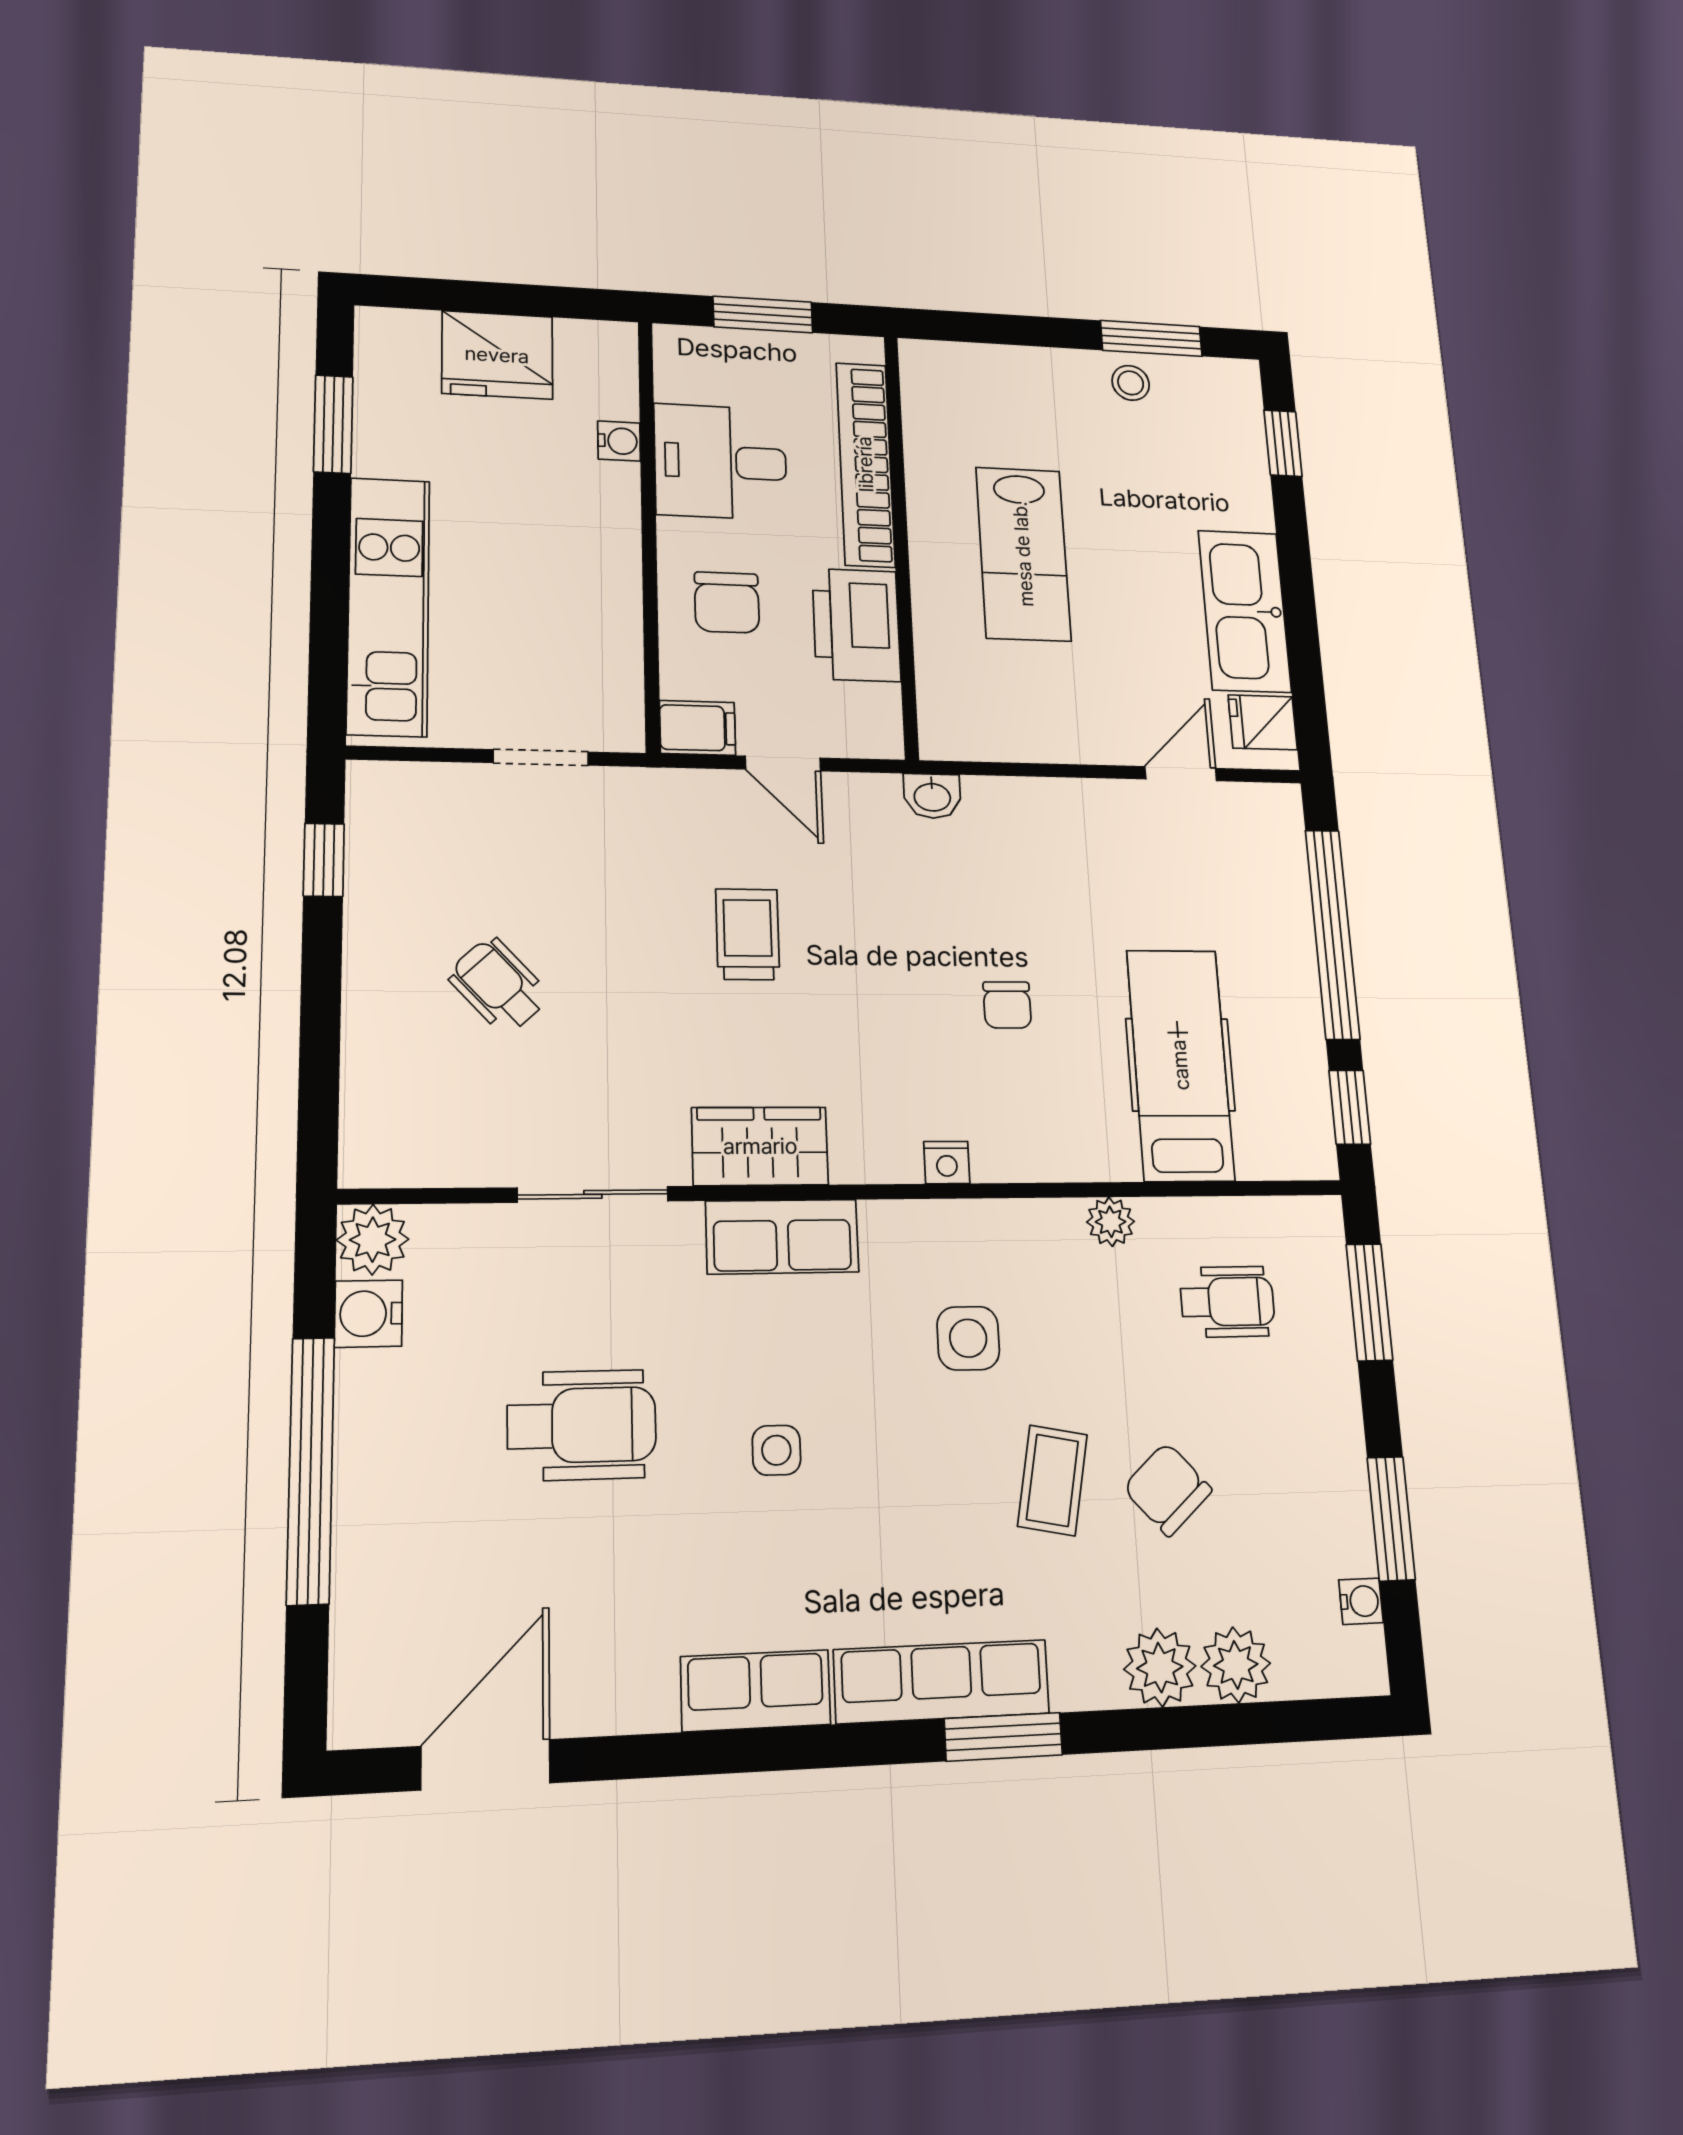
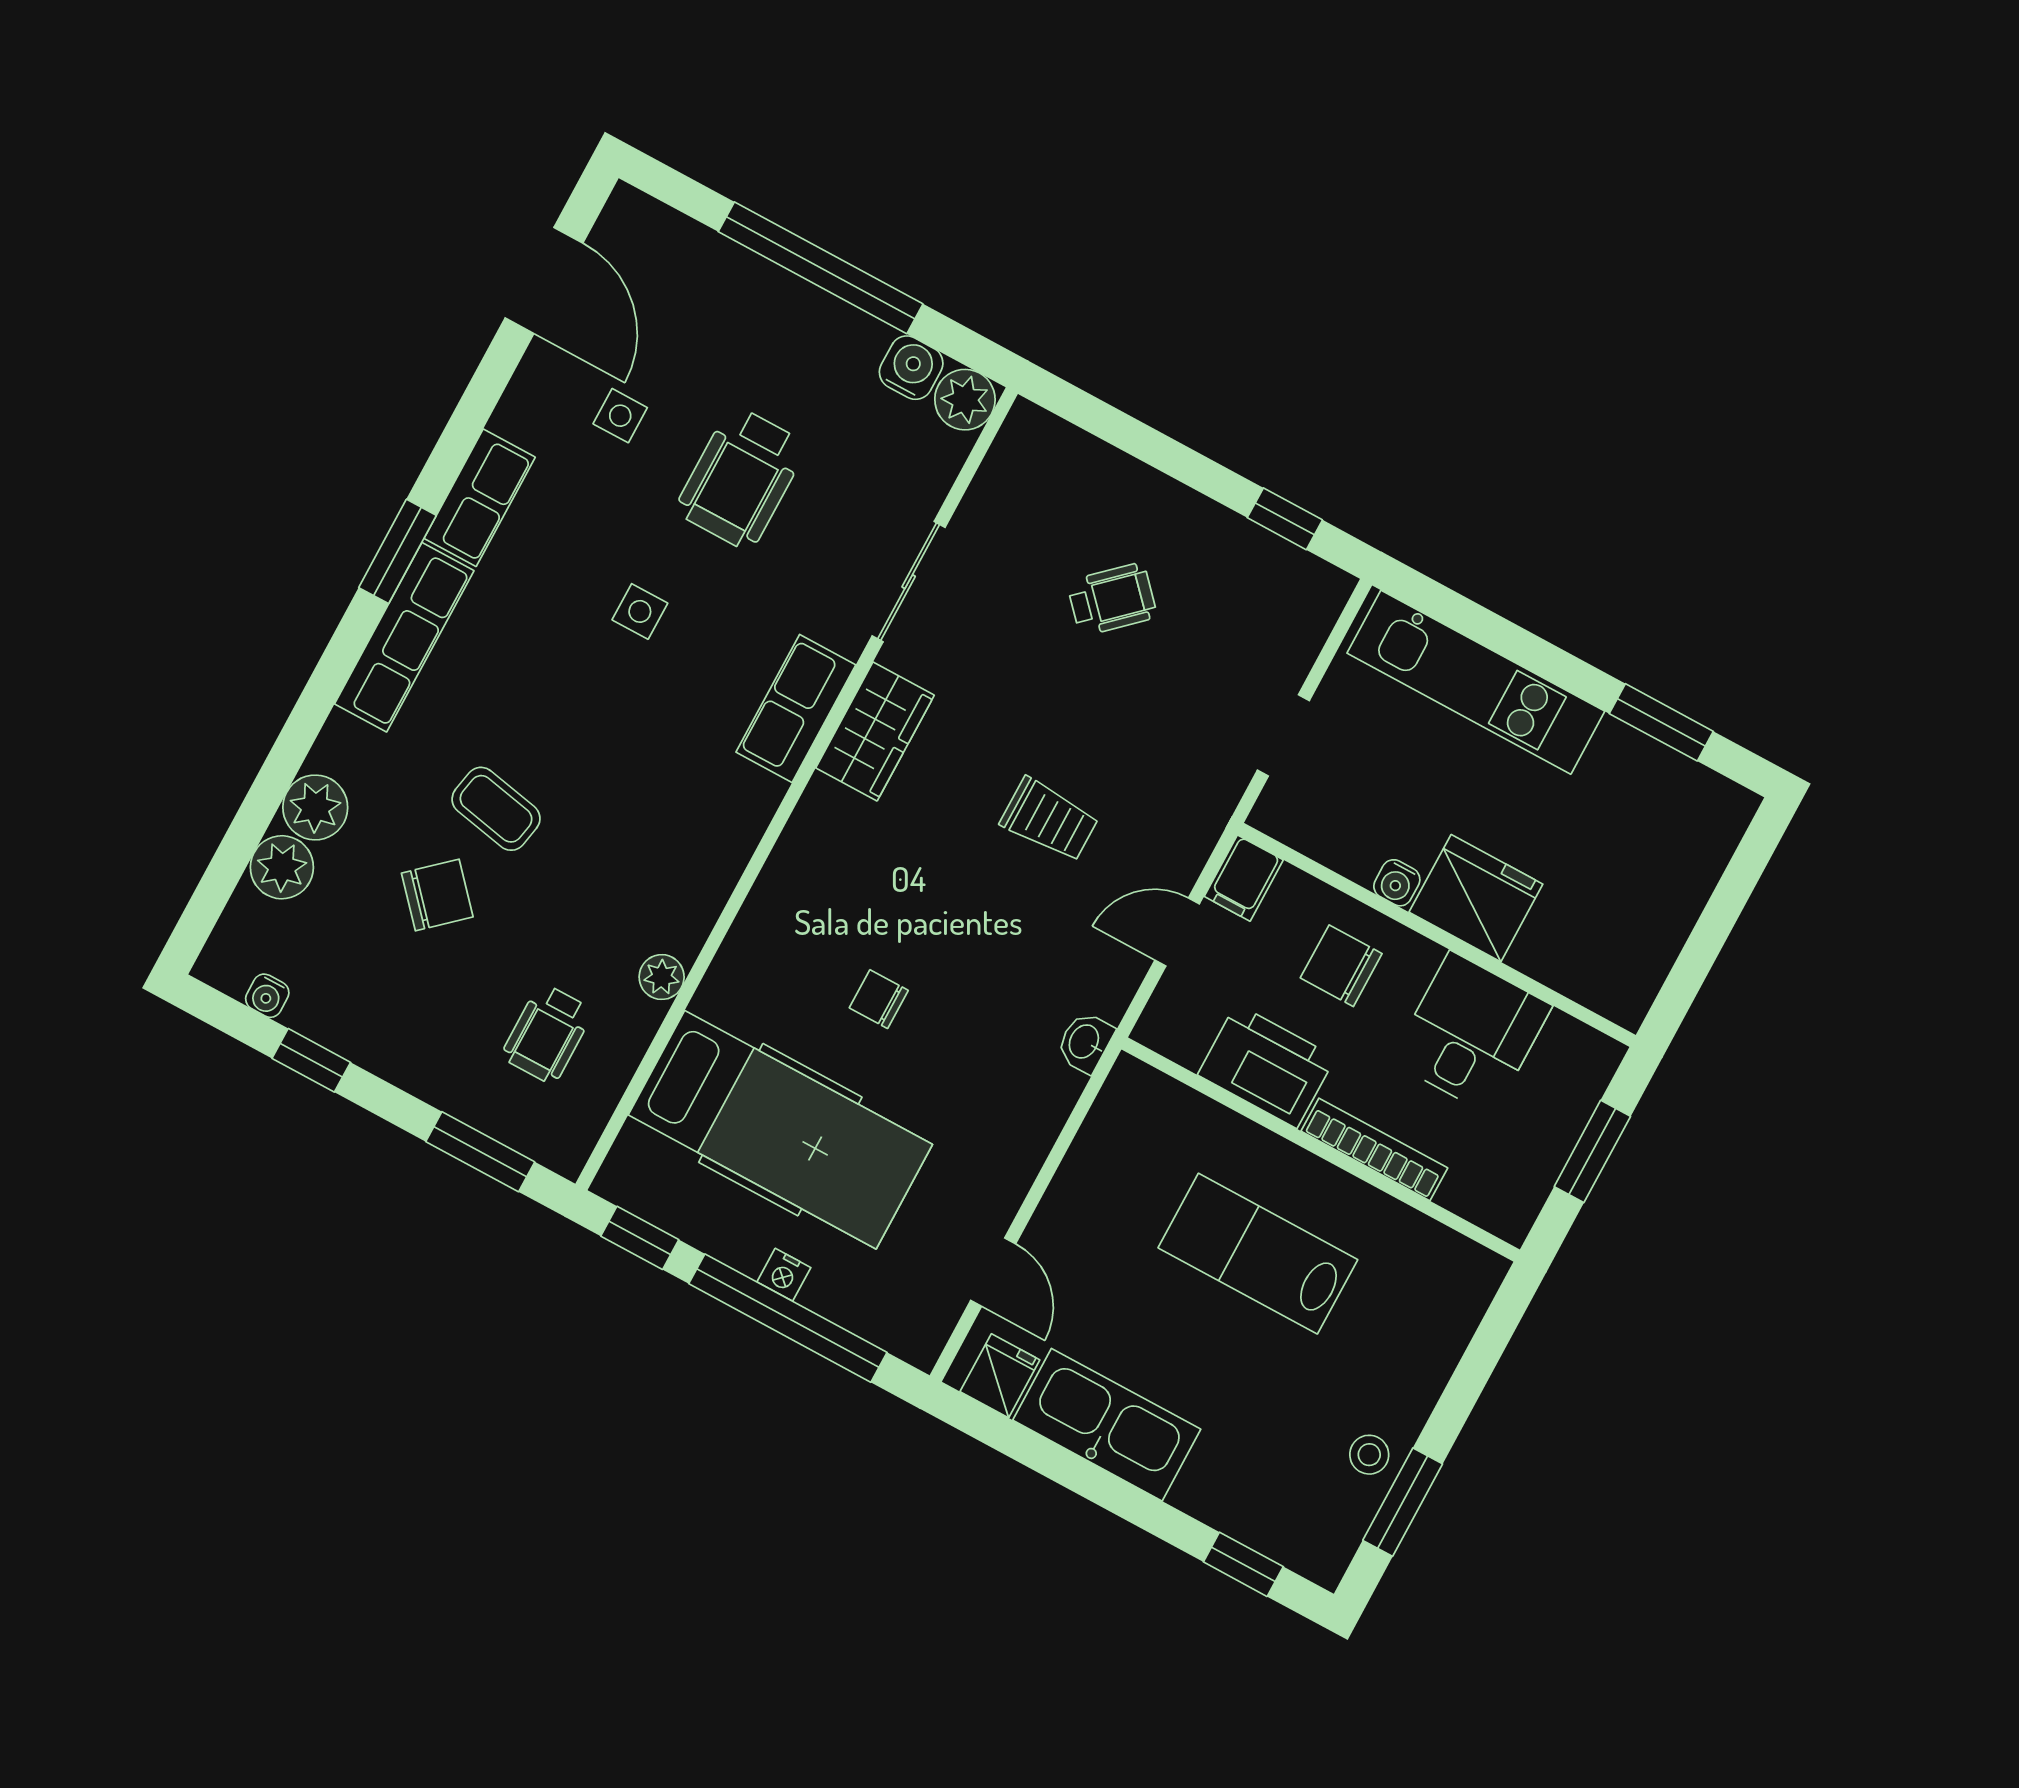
fridge: (497, 355) -> (1476, 898), moved, turned 90
water cooler: (619, 441) -> (1397, 883), moved
bookcase: (865, 464) -> (1374, 1149), width x0.68, depth x0.76
hospital bed: (1180, 1065) -> (780, 1130), width x1.37, depth x1.29
nightstand: (947, 1162) -> (784, 1275), moved, turned -90
side table: (968, 1338) -> (620, 416), moved, width x0.73, depth x0.73
window: (1391, 1519) -> (311, 1060), width x0.67
window: (1003, 1737) -> (397, 551), moved

